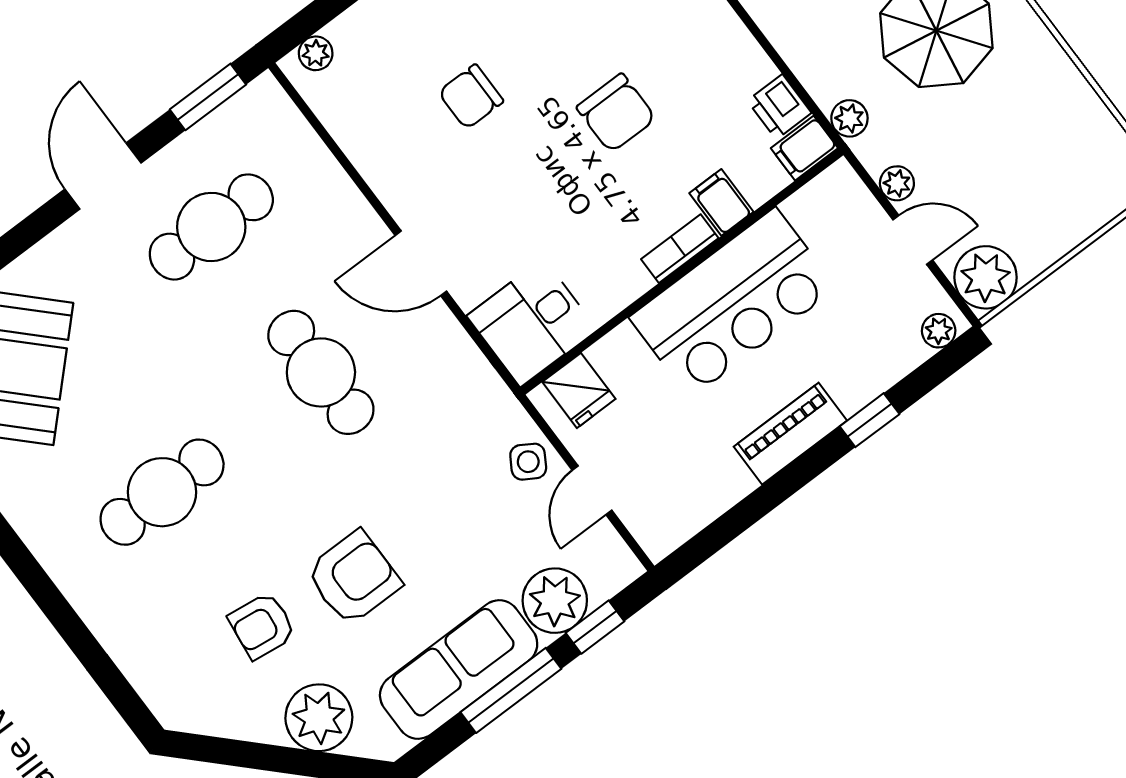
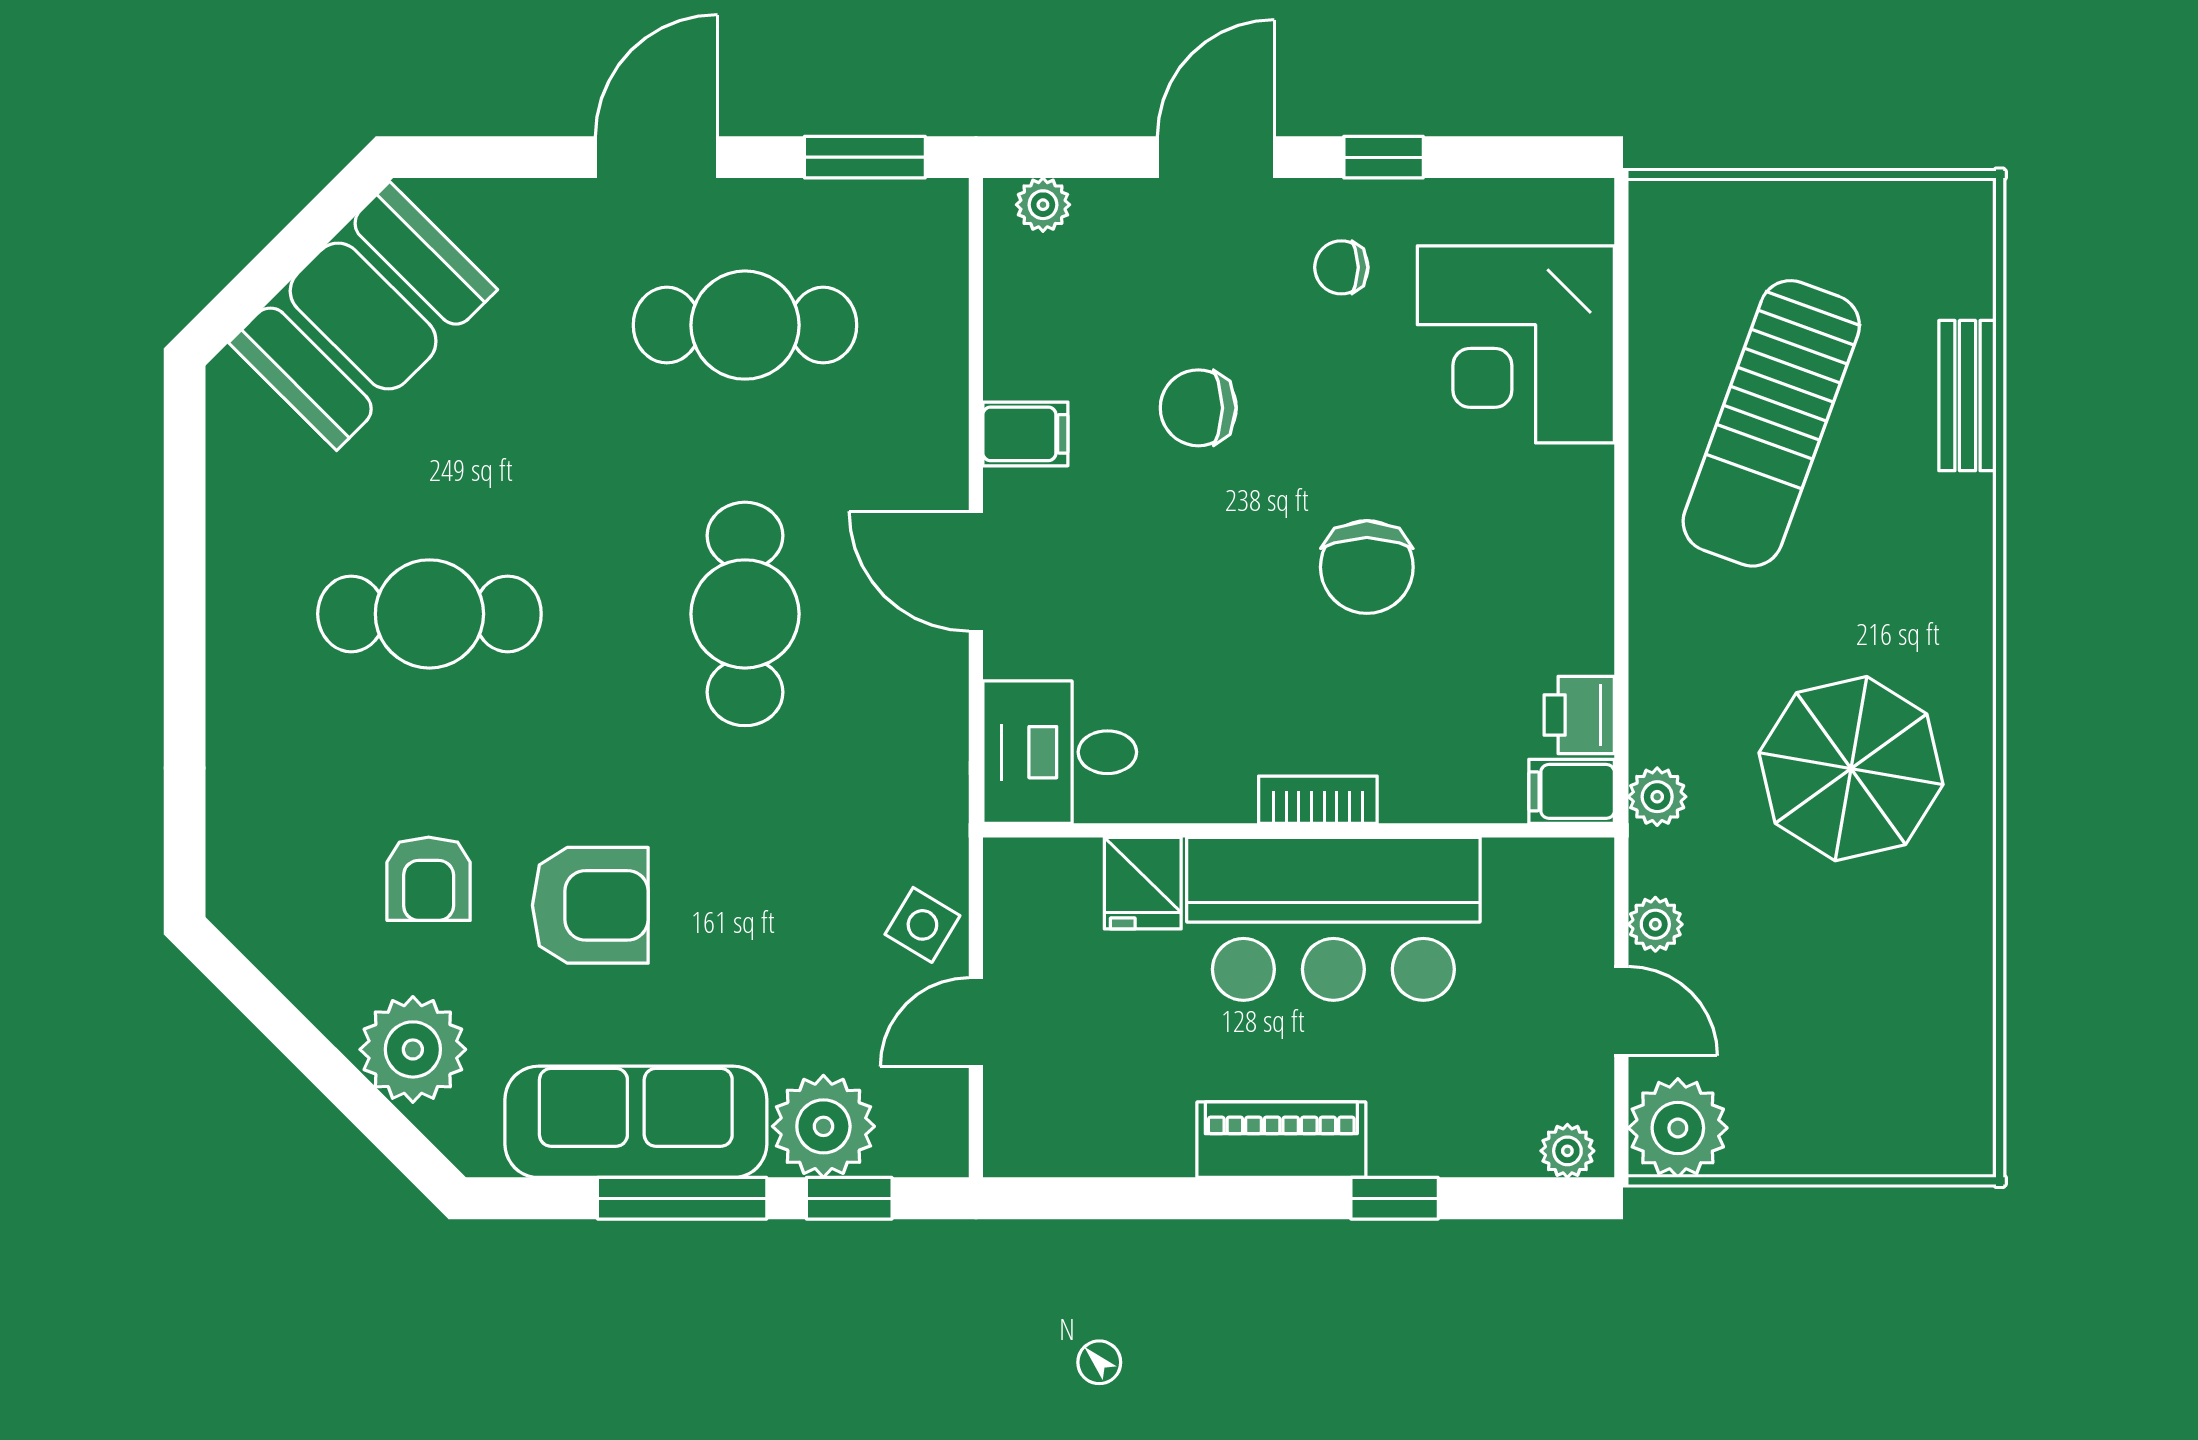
filing cabinet: (721, 202) -> (1025, 434), moved, turned 90
fridge: (579, 390) -> (1143, 883), moved
armchair: (262, 626) -> (429, 879), turned -97

